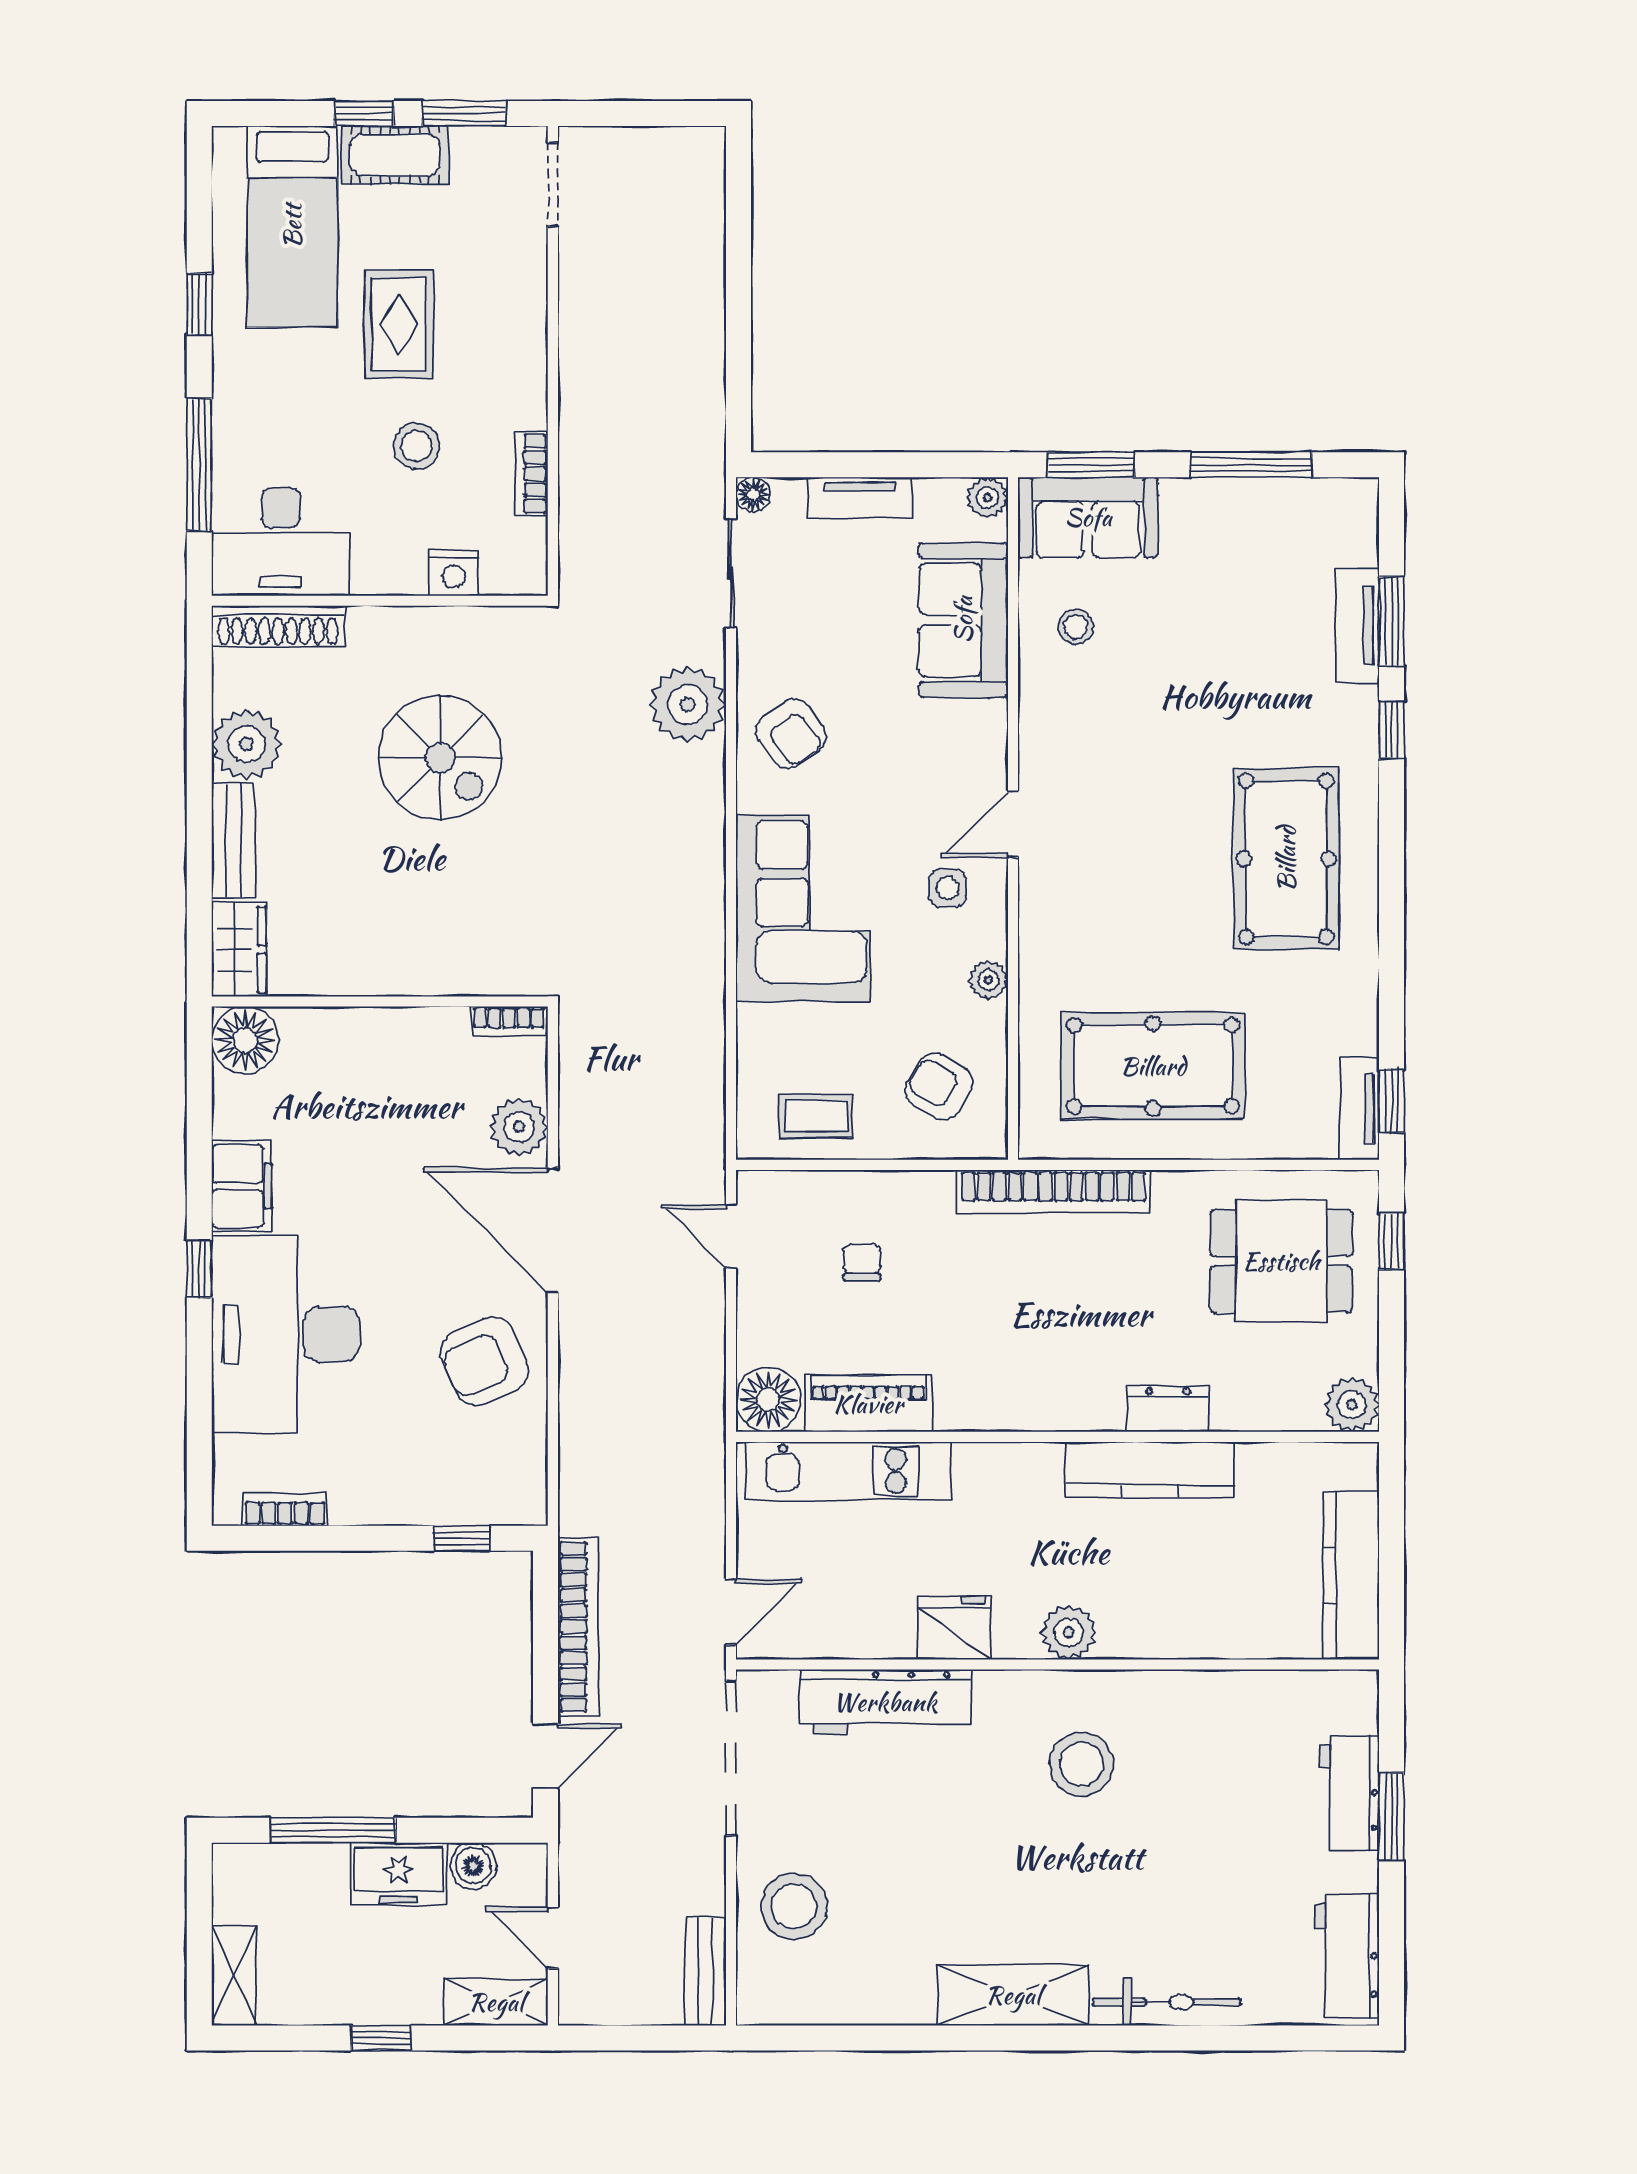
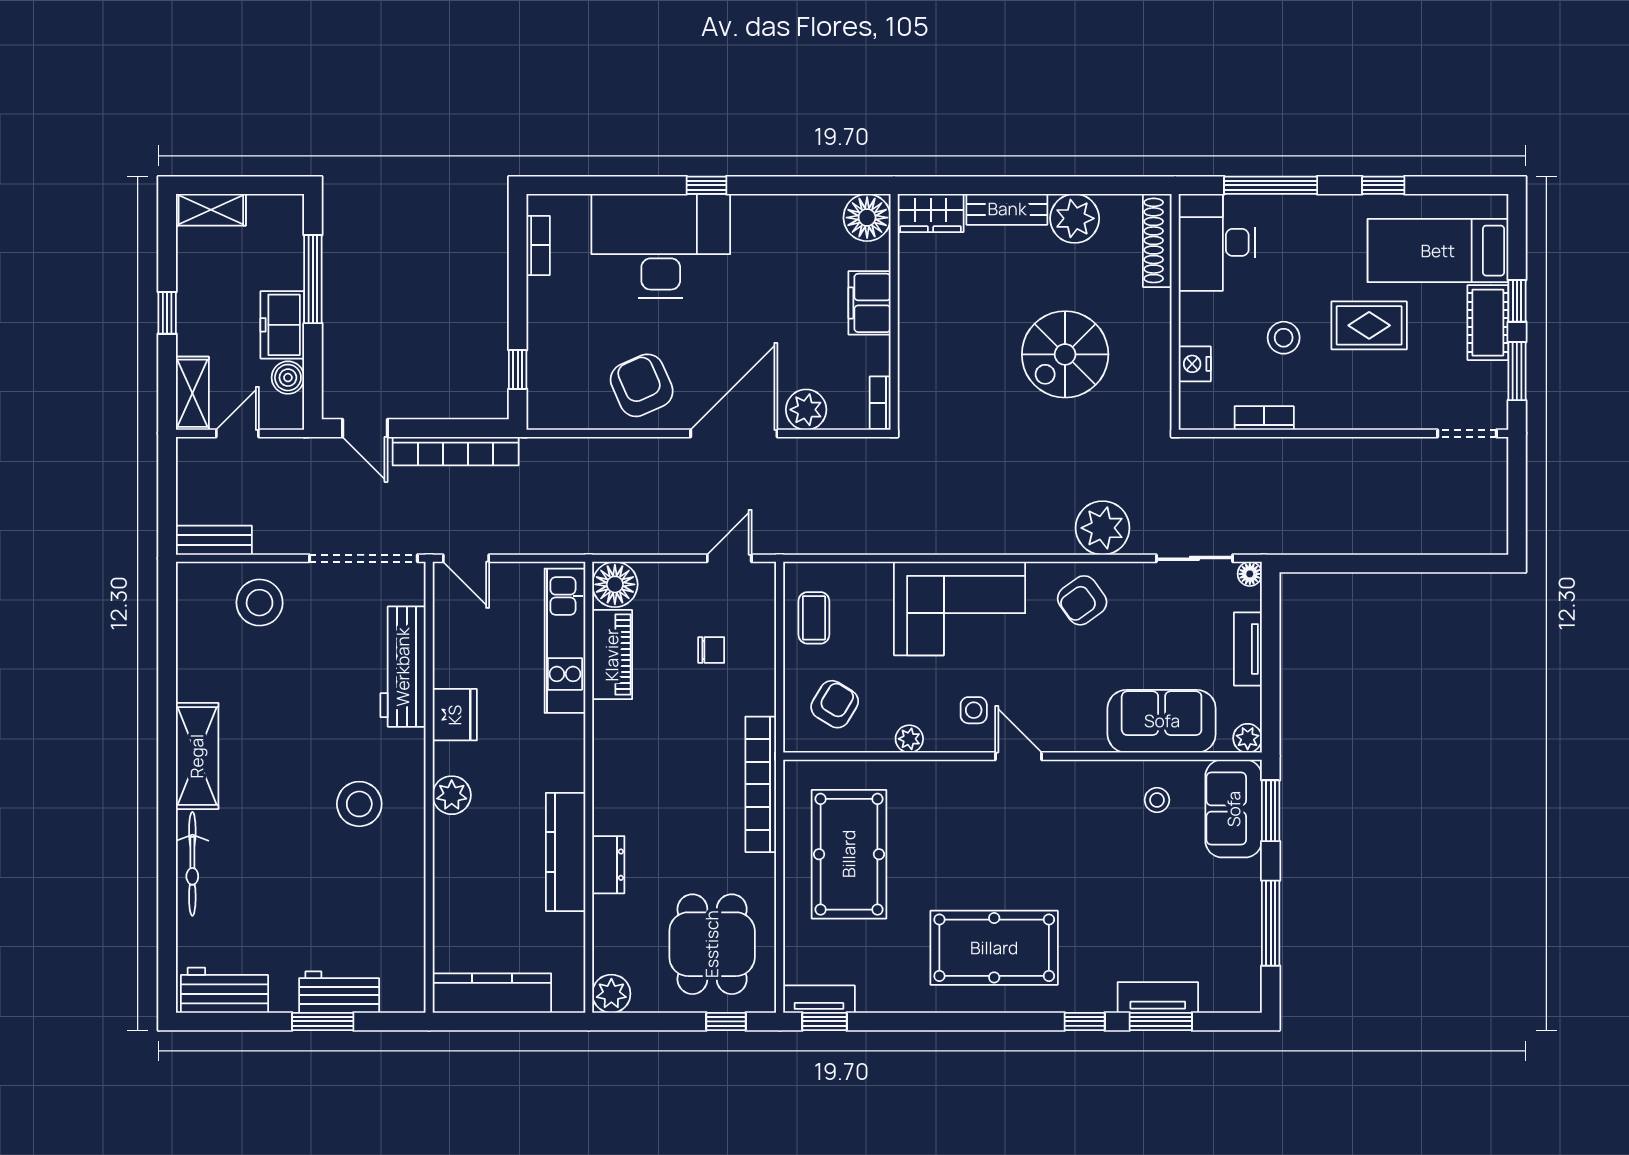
filing cabinet: (242, 1186) -> (869, 303), moved, turned 90

